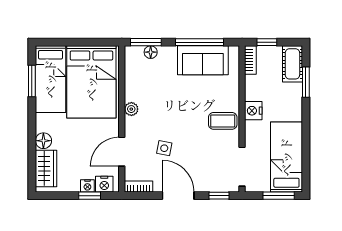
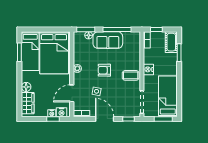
sofa: (203, 60) -> (108, 40), moved
armchair: (178, 112) -> (104, 70), added

